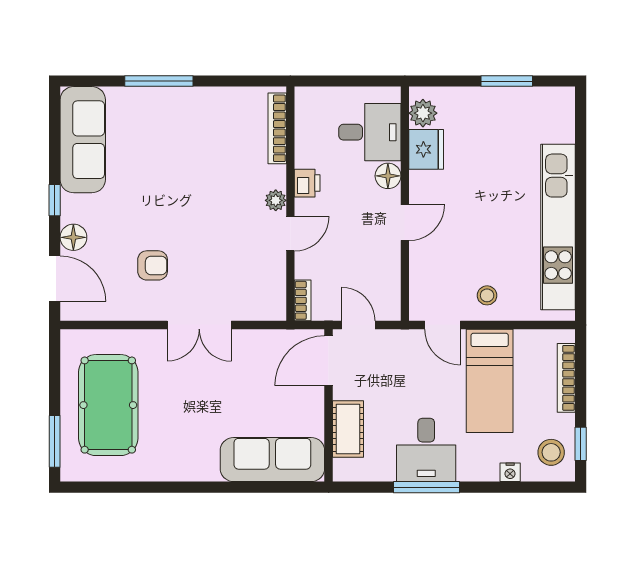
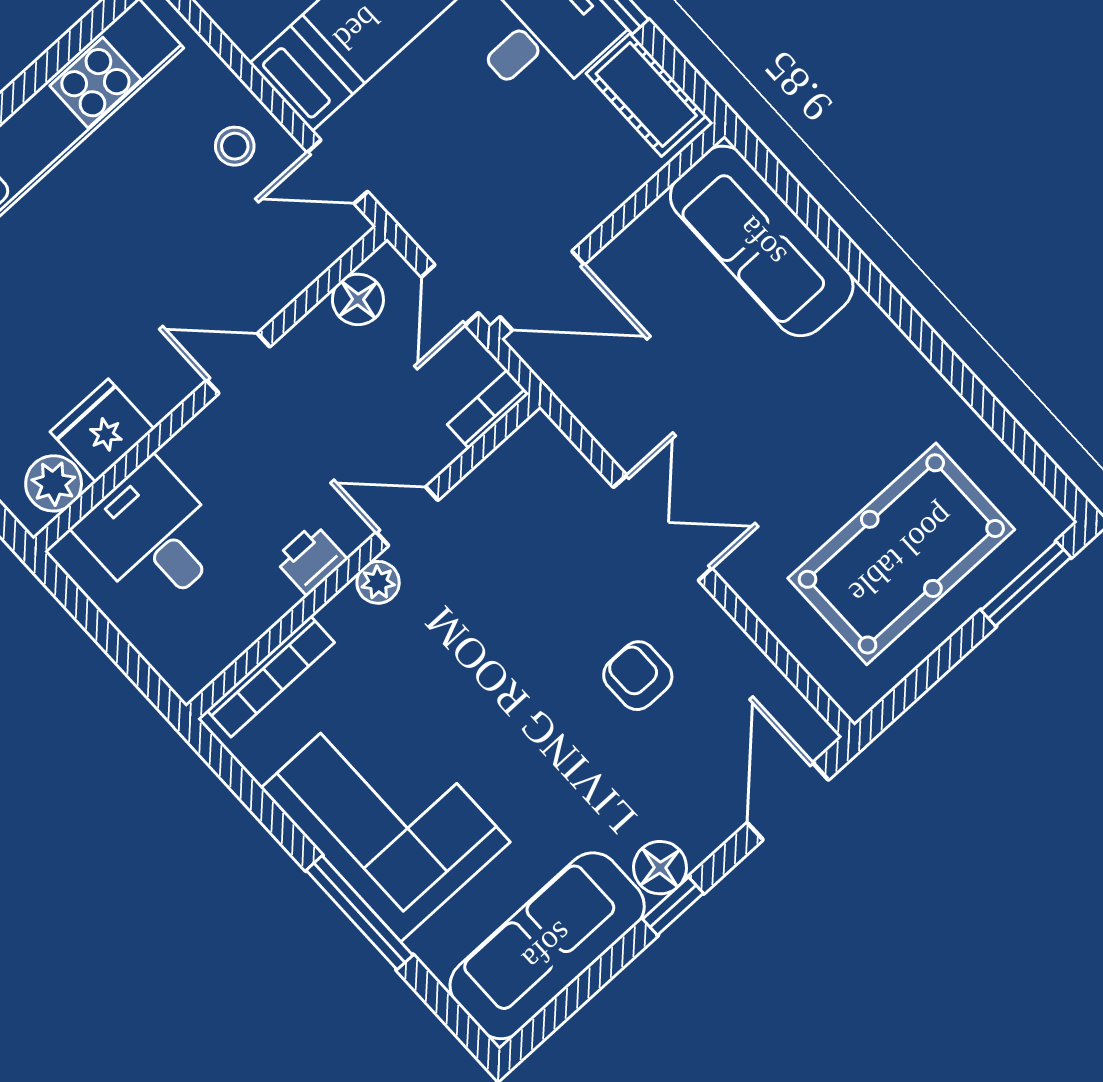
corner sofa: (186, 124) -> (385, 815), added
floor lamp: (388, 176) -> (358, 299), moved
floor lamp: (73, 237) -> (660, 868), moved
door: (442, 325) -> (337, 172), swing flipped
cot: (348, 429) -> (646, 95), moved, turned 90

